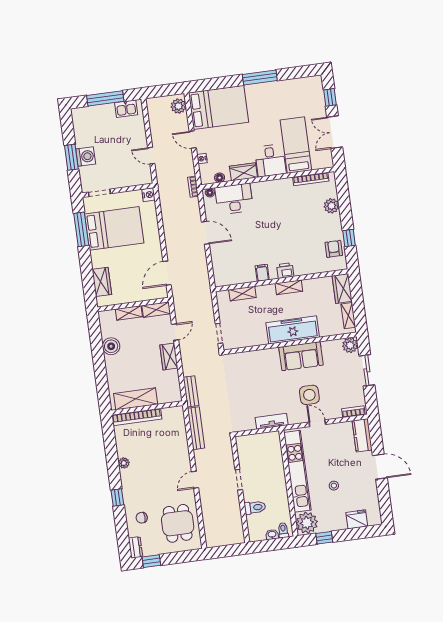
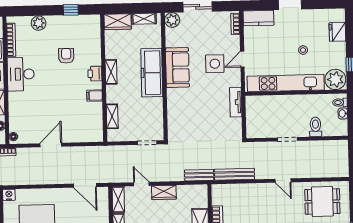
desk: (234, 199) -> (21, 74), moved
armchair: (334, 249) -> (66, 56), moved, turned 90

